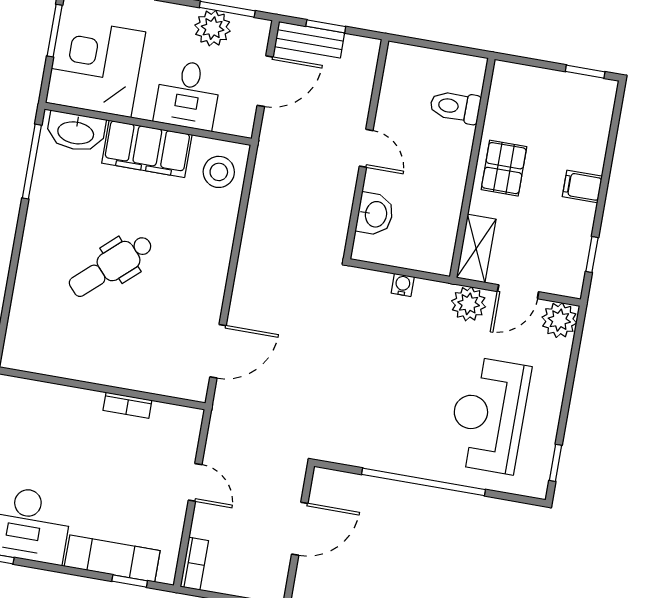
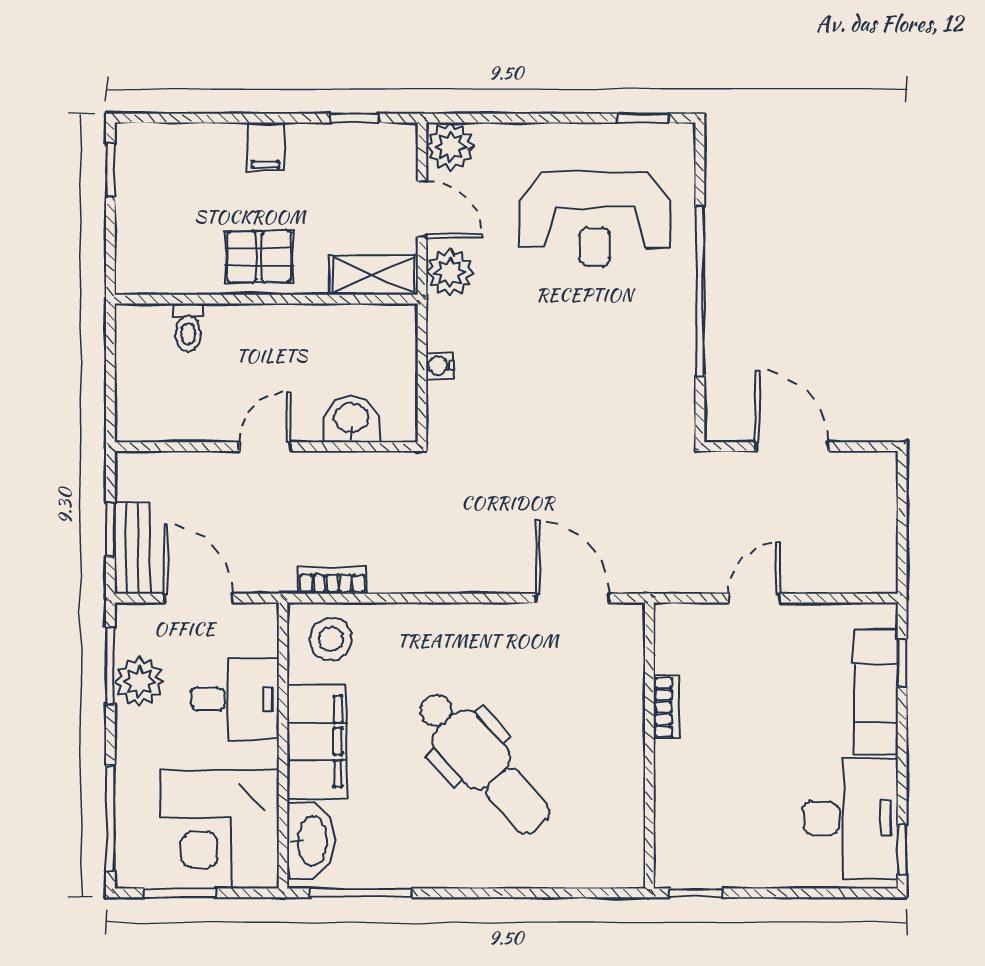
toilet: (455, 107) -> (188, 327), width x0.73, depth x0.72
dental chair: (111, 266) -> (483, 762), width x1.36, depth x1.38
bookcase: (194, 564) -> (333, 580), moved

